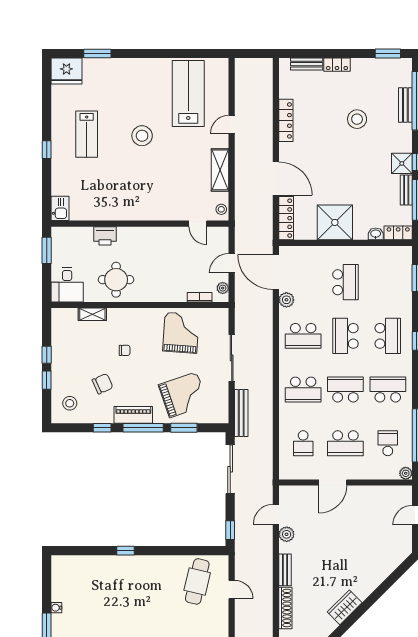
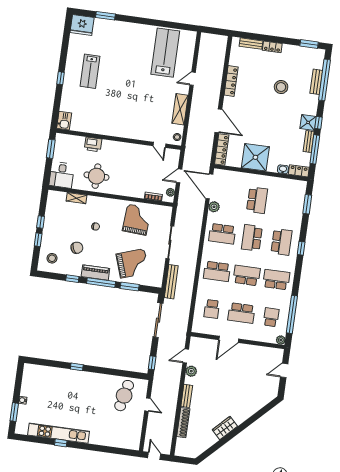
stool: (142, 136) -> (129, 78), removed

